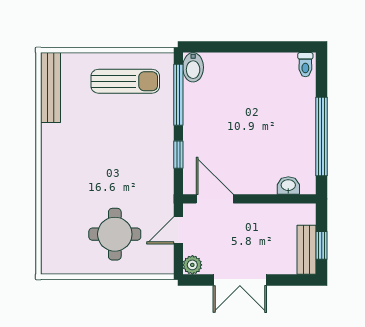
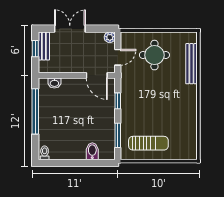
bidet: (193, 67) -> (92, 151), moved
sun lounger: (125, 81) -> (148, 143), turned 180
bench: (51, 88) -> (191, 64), moved
window: (178, 95) -> (118, 135), width x0.69
double door: (240, 280) -> (70, 29), moved

